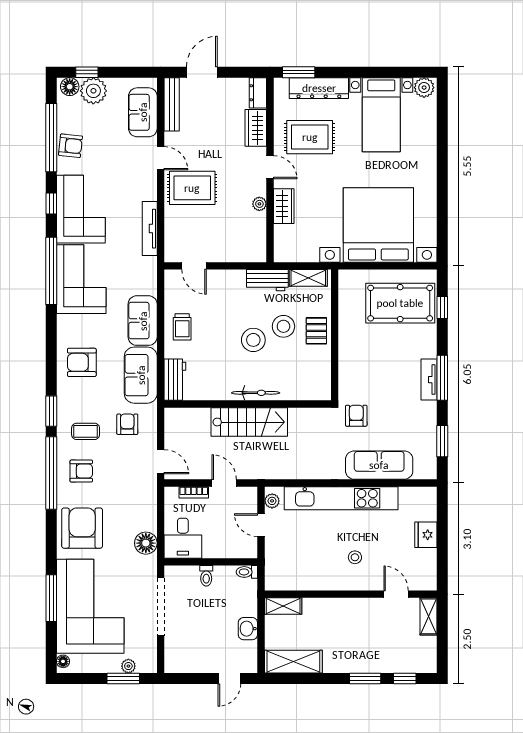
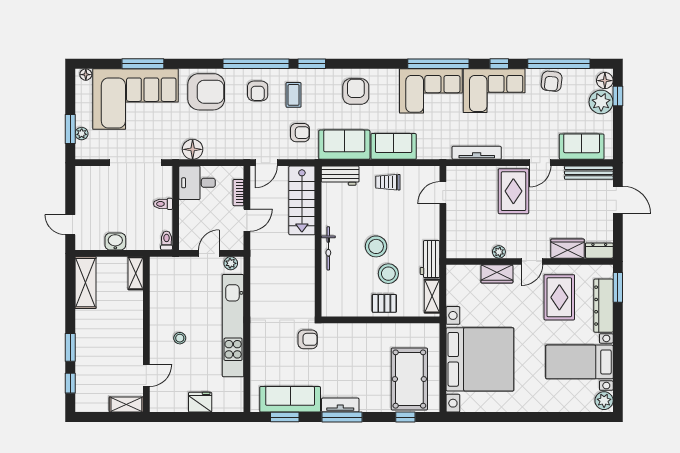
stairs: (249, 422) -> (302, 200), moved
sofa: (379, 465) -> (290, 399), moved, turned -90

